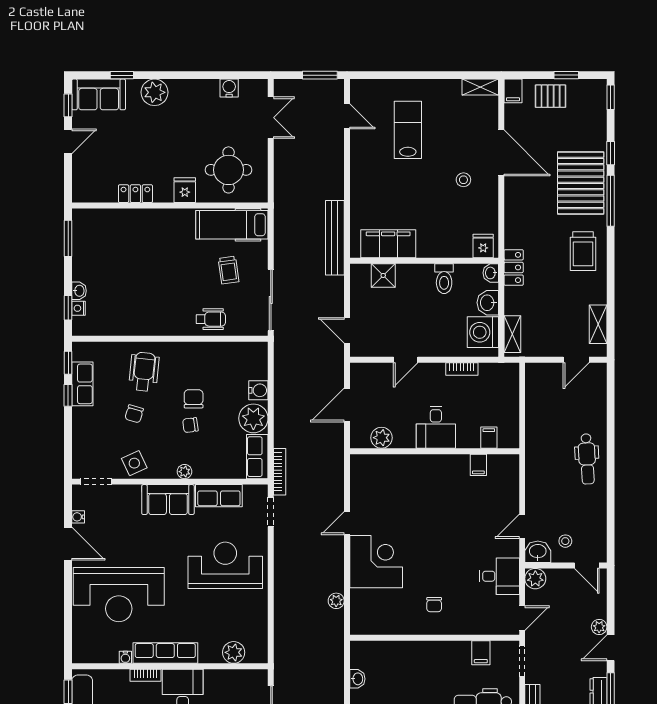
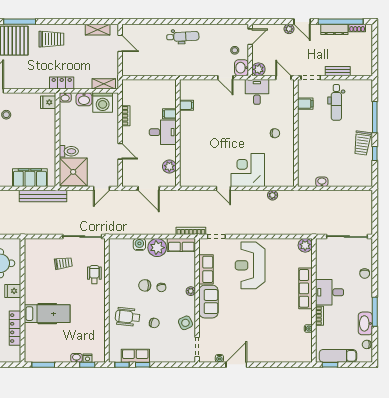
locker: (135, 194) -> (15, 328), width x1.53
hospital bed: (232, 225) -> (47, 314), moved, turned -90
filing cabinet: (388, 244) -> (30, 178), moved, turned 90
shower: (383, 275) -> (73, 172), width x1.86, depth x1.86
toilet: (444, 279) -> (69, 151), moved
filing cabinet: (489, 438) -> (169, 114), moved
reception desk: (119, 595) -> (269, 333), removed
plant: (234, 652) -> (305, 245), moved
row of seats: (165, 653) -> (306, 288), moved

